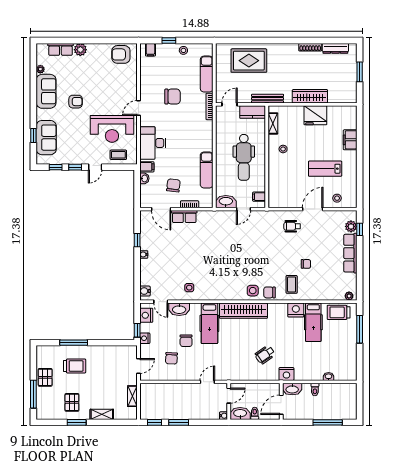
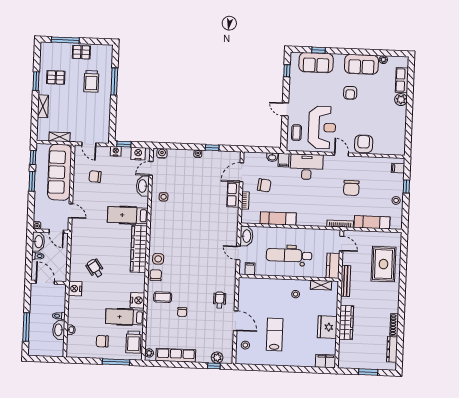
armchair: (121, 54) -> (364, 144), moved
reception desk: (112, 129) -> (322, 127), turned 180
filing cabinet: (350, 140) -> (326, 361), moved
window: (75, 167) -> (286, 90), removed
row of seats: (350, 253) -> (176, 355), moved
trolley: (339, 312) -> (133, 342), turned 180
chair: (186, 341) -> (102, 341), moved
washbasin: (292, 389) -> (59, 330), moved
sofa: (168, 395) -> (60, 172), added

